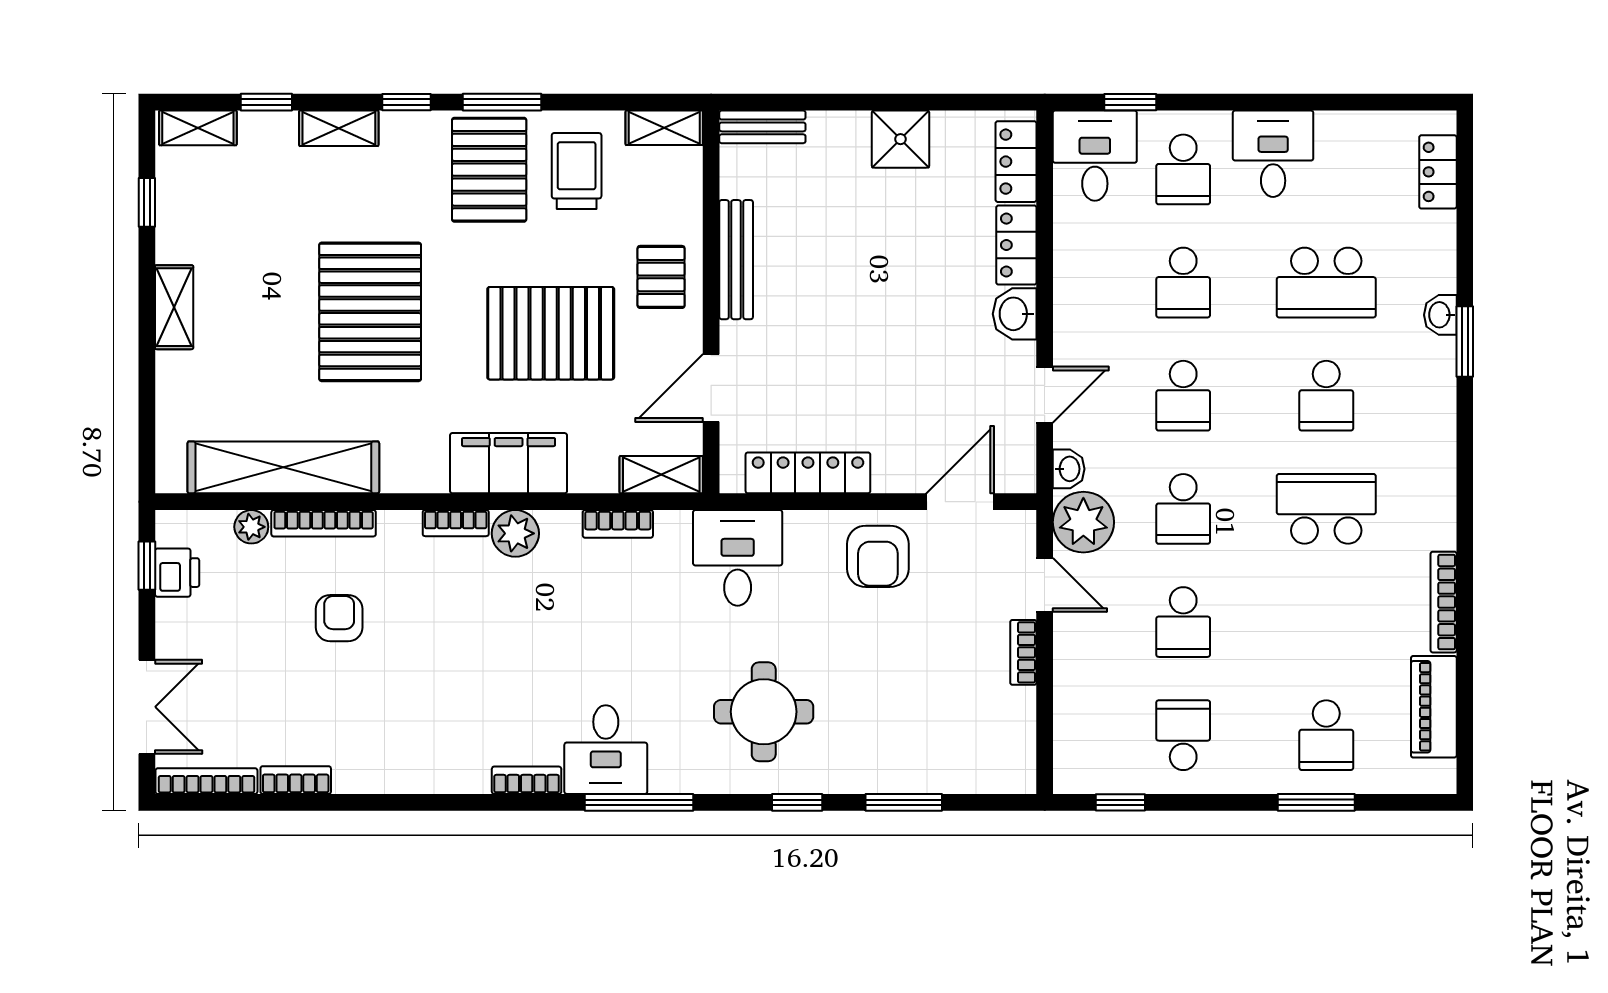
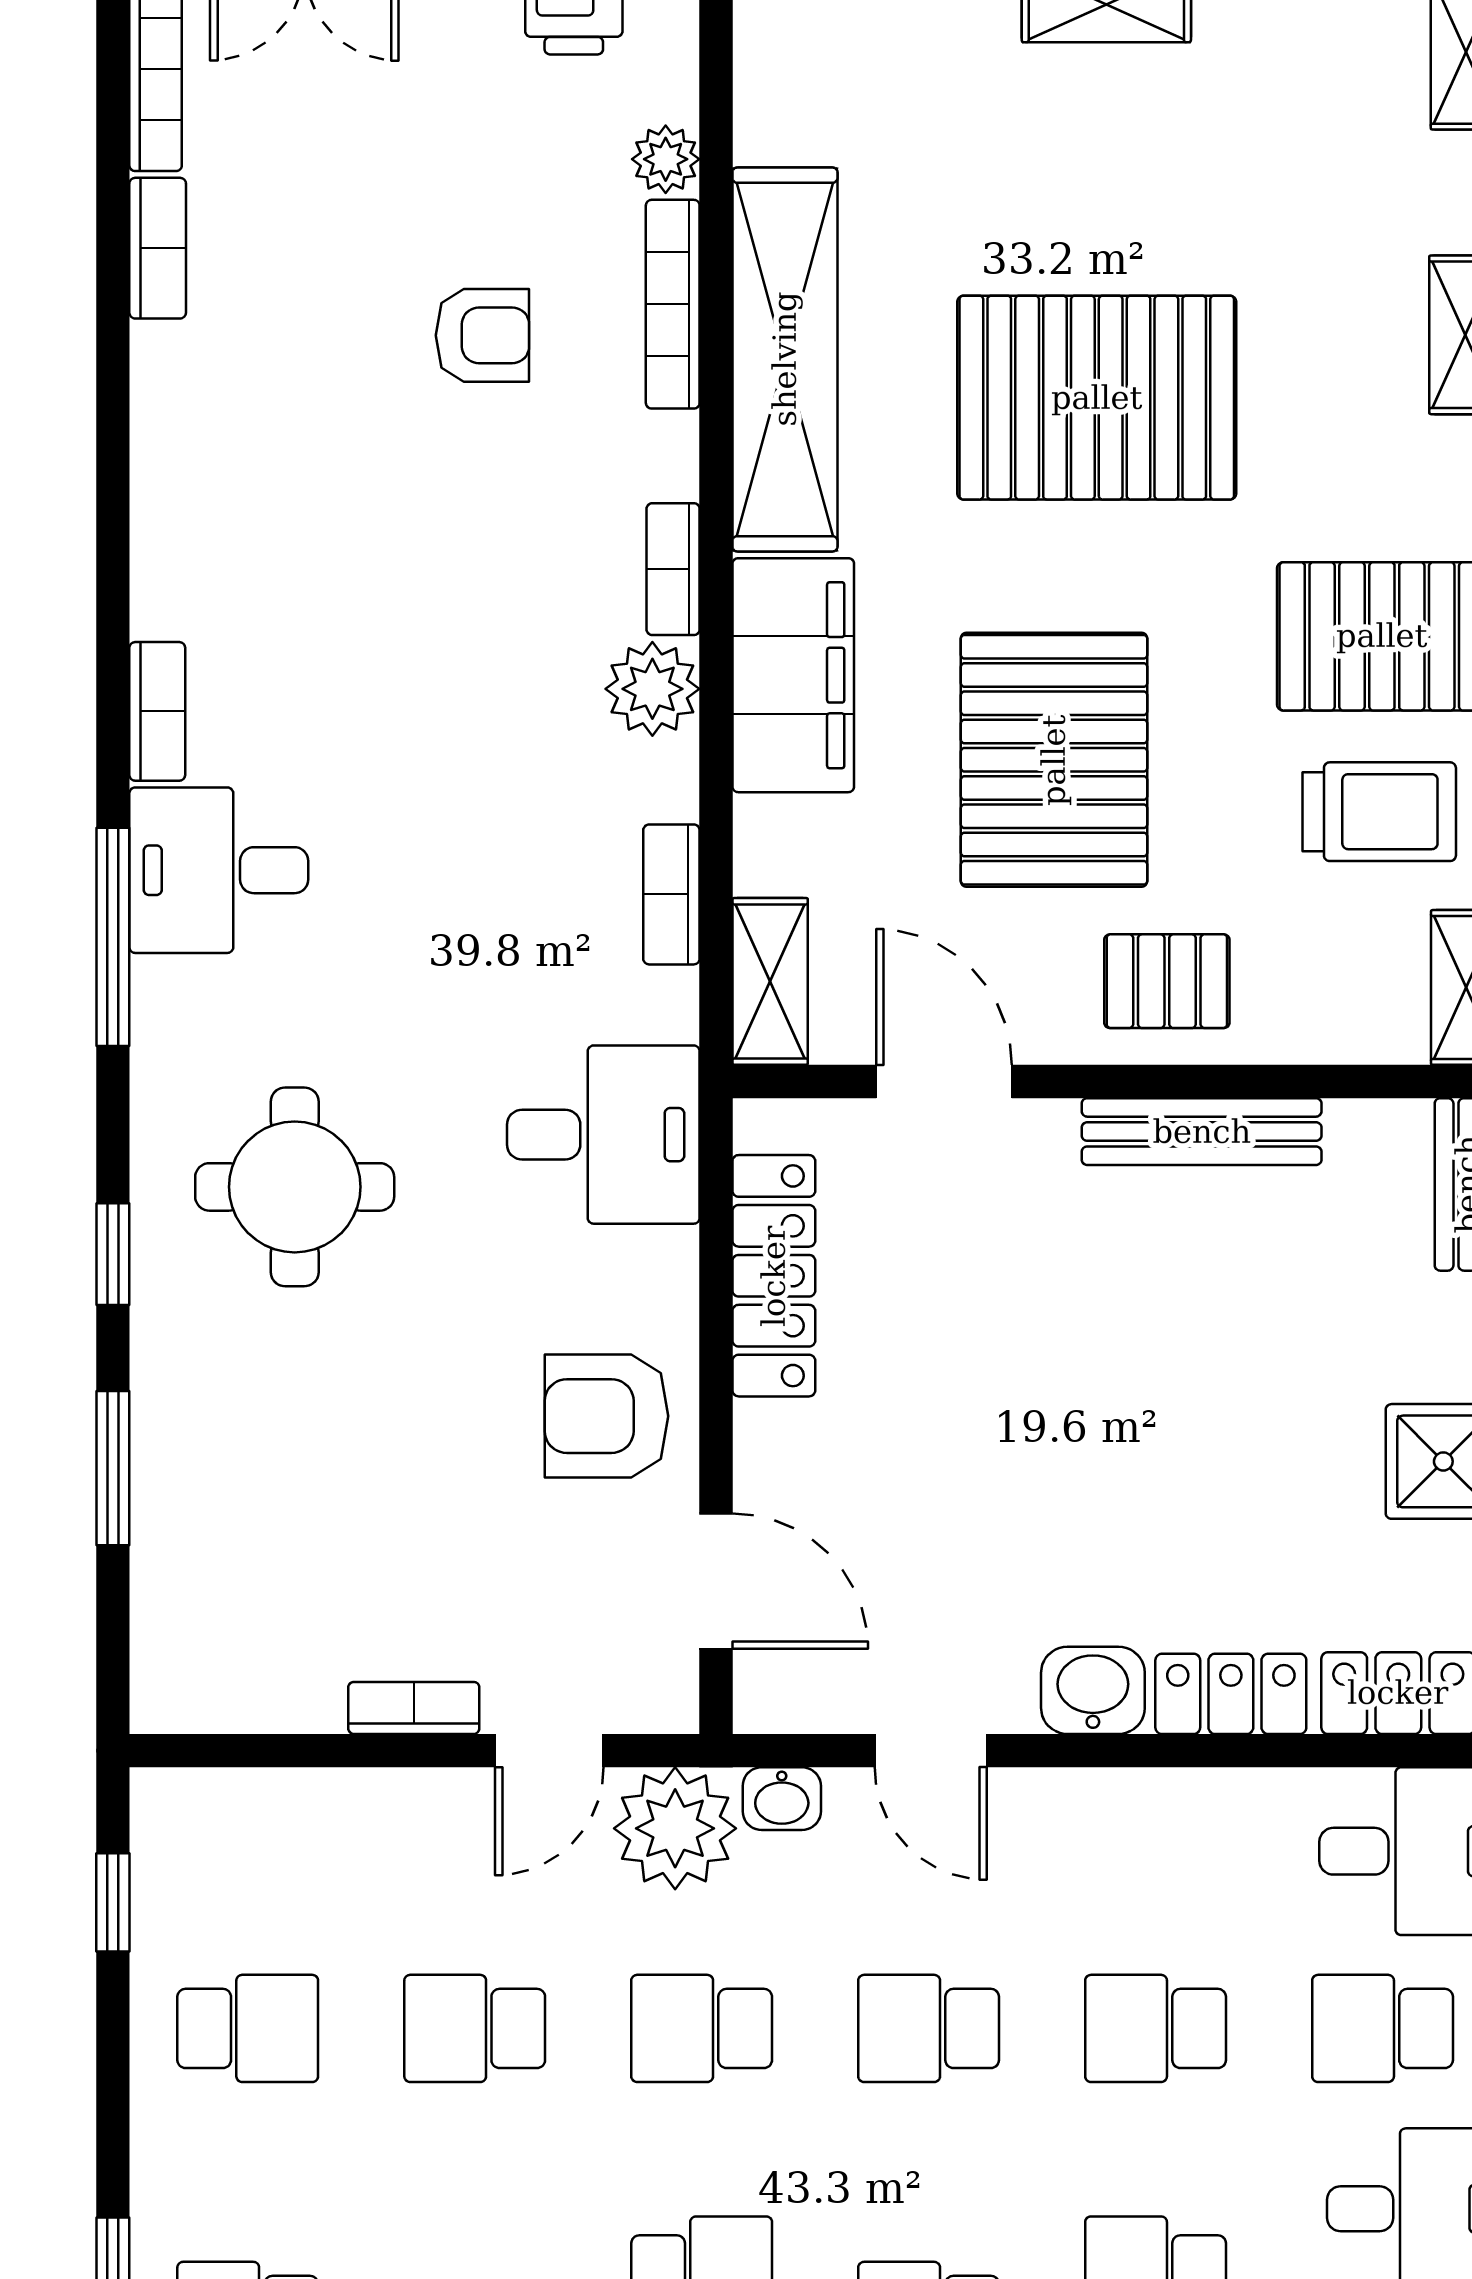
shelving: (283, 467) -> (785, 359), moved

